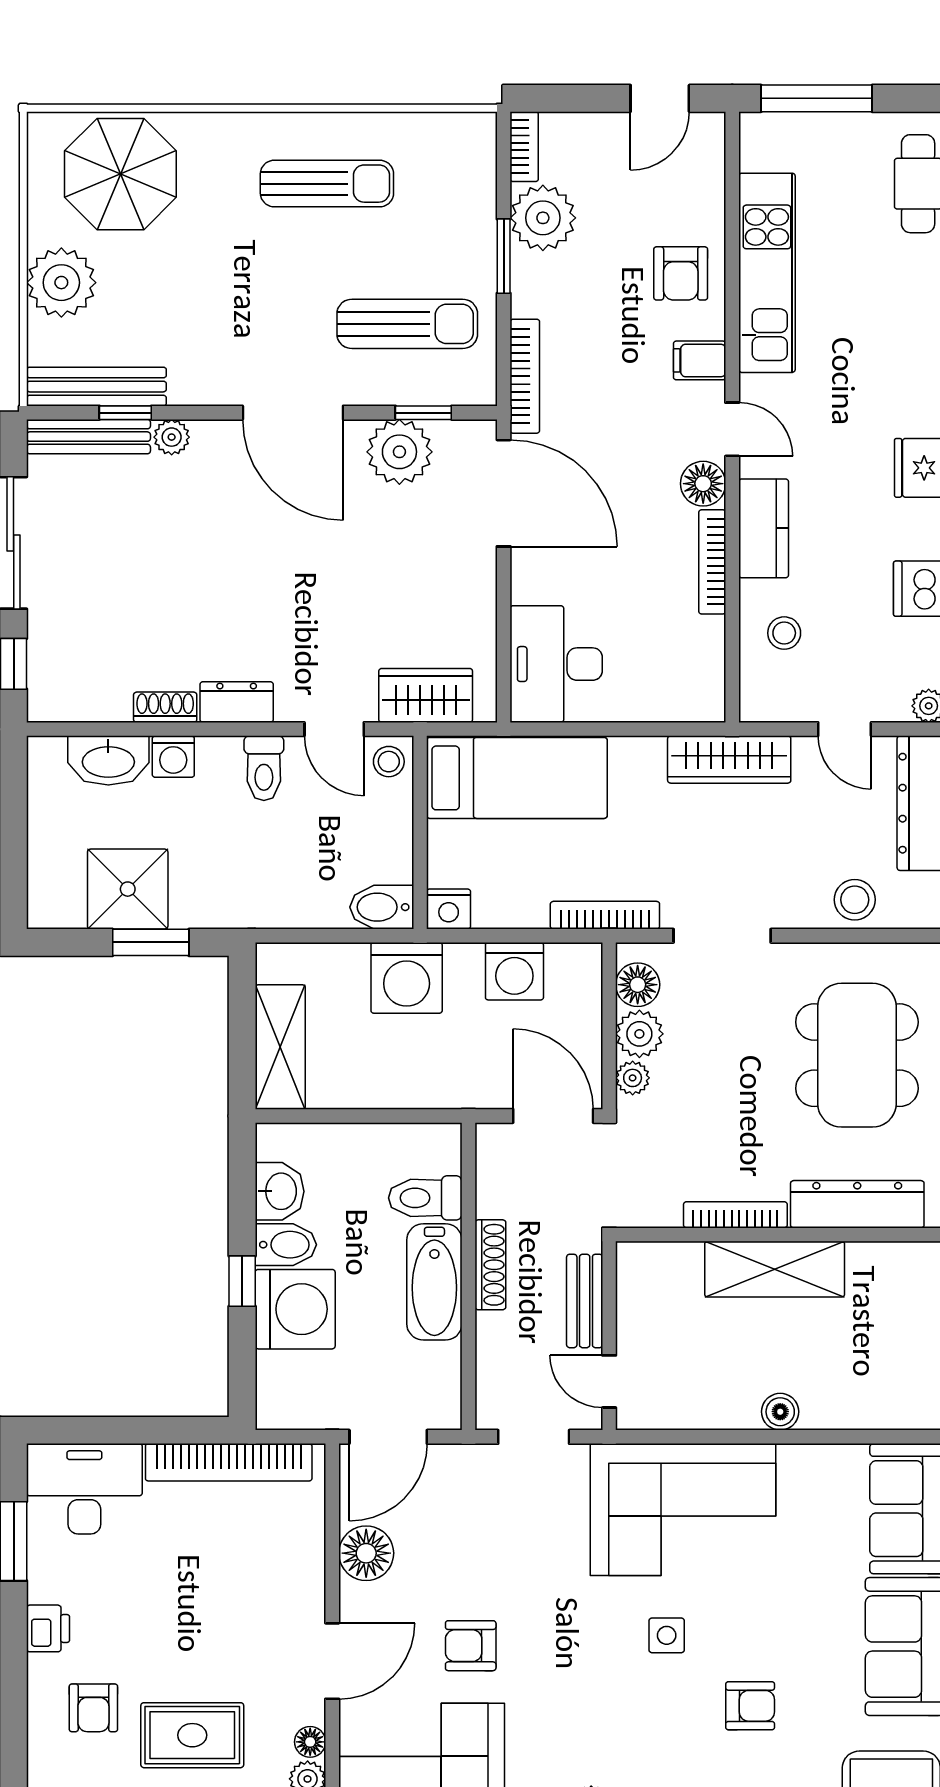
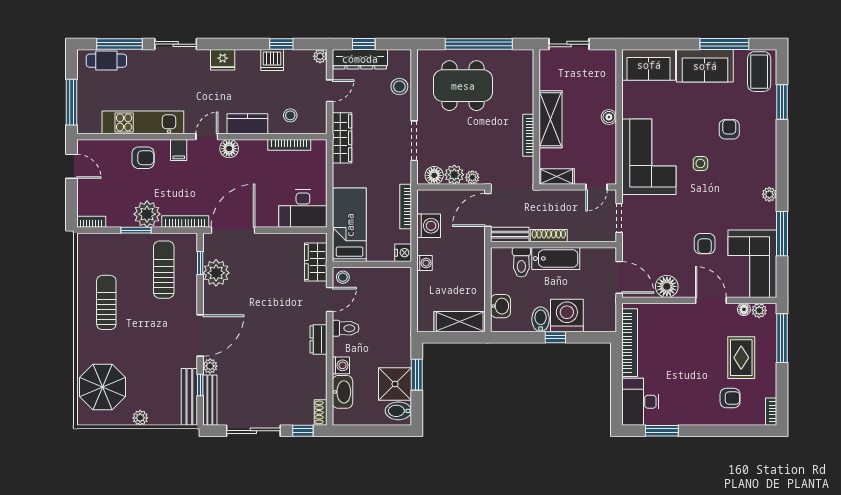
plant: (543, 218) -> (147, 214), moved
plant: (61, 283) -> (140, 418), width x0.53, depth x0.53
door: (293, 413) -> (200, 336), moved
bookcase: (712, 562) -> (289, 145), moved
shoe rack: (165, 707) -> (321, 412), moved
bidet: (382, 907) -> (398, 411), moved, turned 90
bookcase: (605, 915) -> (406, 206), moved
washing machine: (407, 978) -> (425, 263), width x0.53, depth x0.53
washbasin: (280, 1191) -> (501, 306), moved, turned 90
dresser: (857, 1204) -> (524, 85), removed
shelving: (635, 1284) -> (557, 176), added
bench: (585, 1301) -> (510, 235), moved
printer: (48, 1628) -> (698, 417), removed

